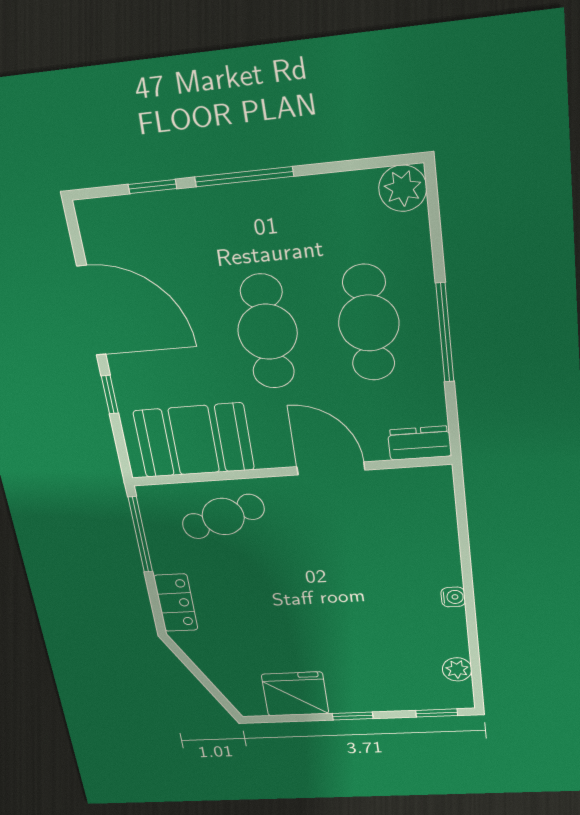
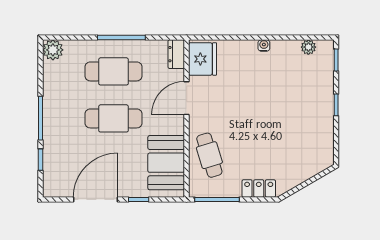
fridge: (295, 694) -> (203, 59), moved, turned 180

